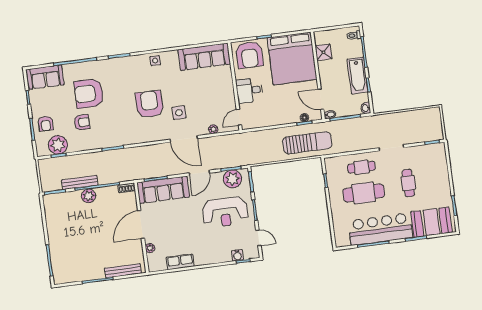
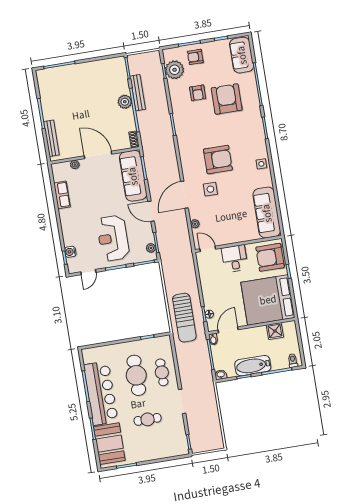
plant: (233, 179) -> (151, 248), width x0.53, depth x0.53

